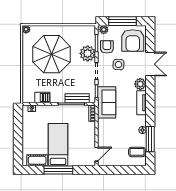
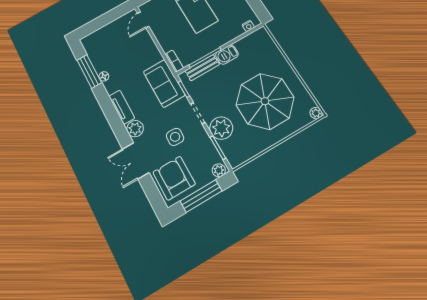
armchair: (107, 47) -> (202, 151), removed
barbecue: (42, 97) -> (227, 55), moved
coffee table: (137, 152) -> (98, 49), removed

